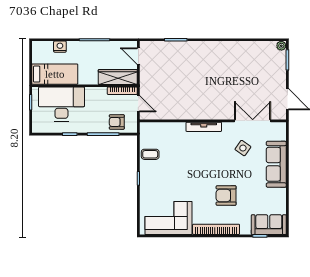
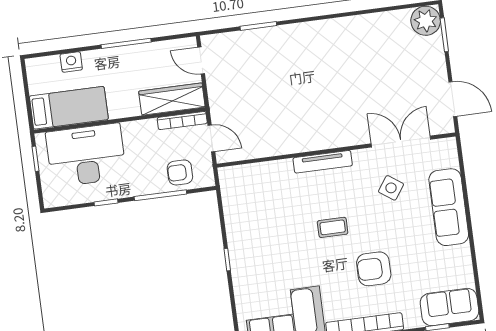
plant: (281, 46) -> (426, 21), width x1.88, depth x1.88
coffee table: (150, 154) -> (333, 227), moved

